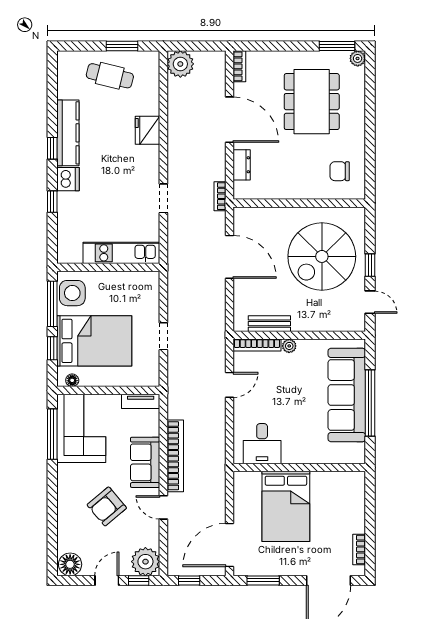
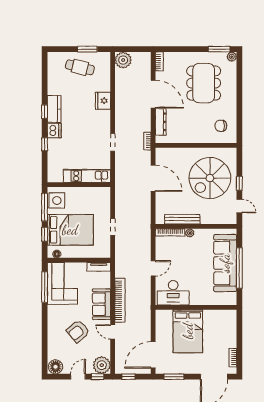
kitchen counter: (68, 133) -> (54, 109), width x0.67
dresser: (242, 165) -> (161, 122), width x1.44
bench: (269, 324) -> (182, 219), width x1.36
door: (229, 385) -> (153, 268), moved
desk: (262, 444) -> (173, 293), width x1.37

